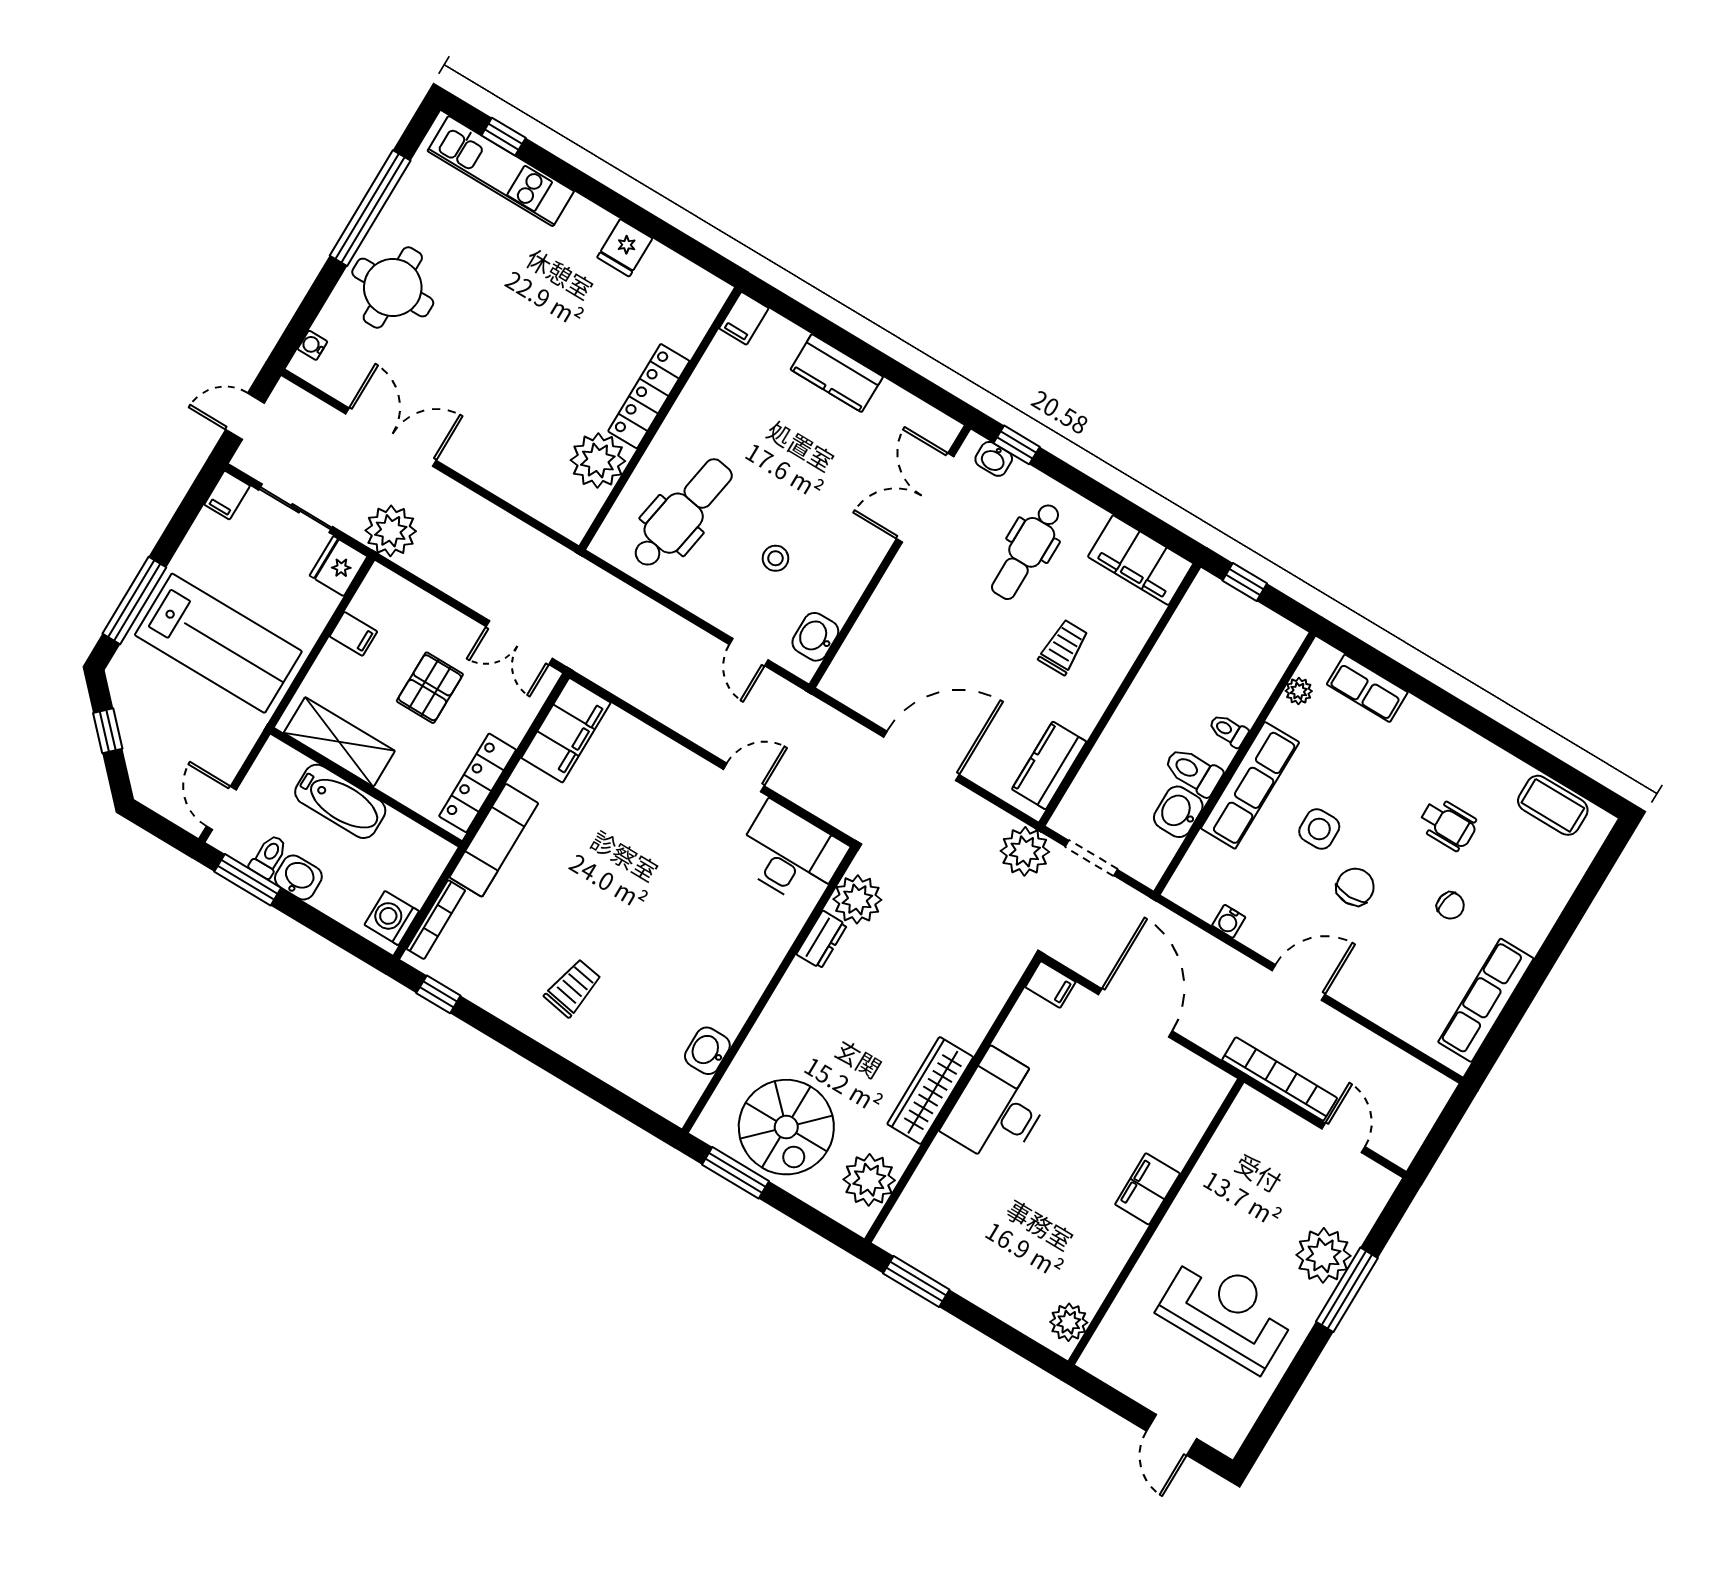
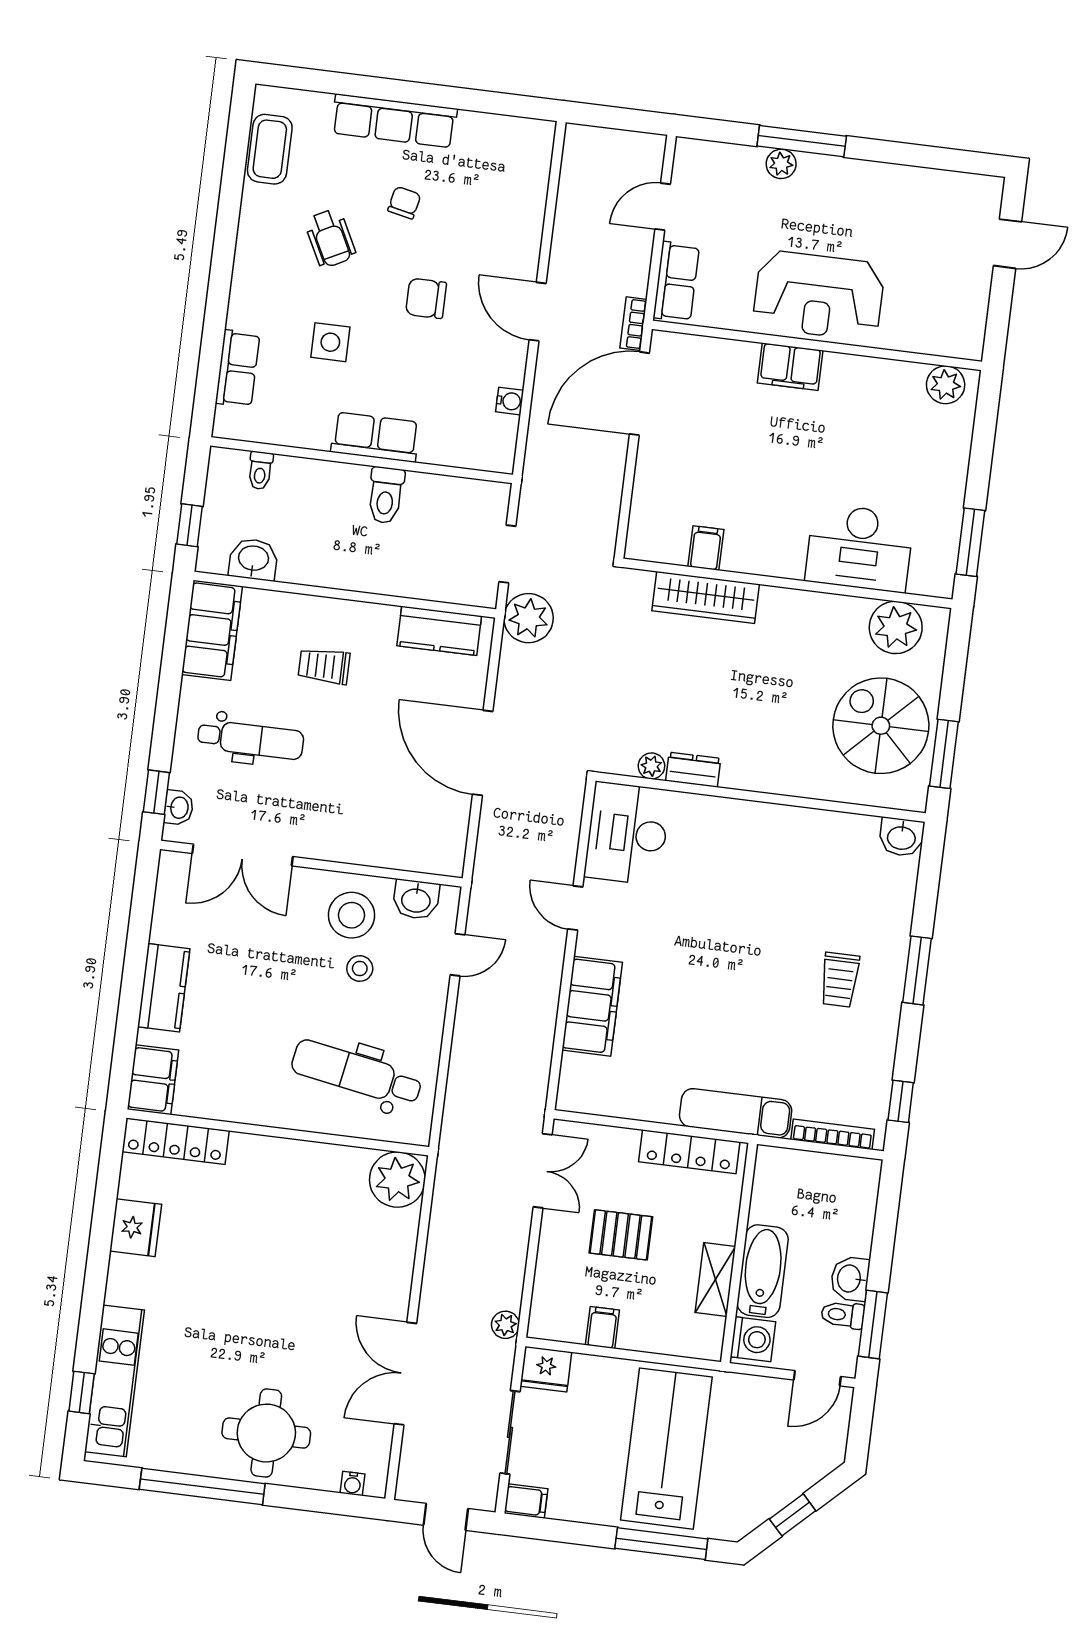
fridge: (625, 248) -> (136, 1228), width x1.38
filing cabinet: (744, 318) -> (153, 1080), width x2.00
locker: (649, 396) -> (176, 1141), moved
plant: (598, 461) -> (397, 1180), moved
plant: (391, 531) -> (505, 1325), width x0.53, depth x0.53
stool: (827, 572) -> (352, 915), added
plant: (1299, 691) -> (268, 431), removed
filing cabinet: (566, 730) -> (592, 1006), moved, turned 90
toilet: (1228, 730) -> (260, 470), moved
shelving: (339, 742) -> (715, 1279), width x0.67, depth x0.75
row of seats: (1250, 785) -> (375, 437), width x0.68
washbasin: (1178, 812) -> (253, 559), moved, turned 180
wheelchair: (1448, 824) -> (330, 238), turned 153
side table: (1319, 829) -> (330, 342), moved
plant: (857, 899) -> (651, 766), width x0.53, depth x0.53
washing machine: (392, 918) -> (753, 1339), moved, turned -90
filing cabinet: (1050, 985) -> (706, 548), moved
trolley: (573, 988) -> (840, 980), turned -100
row of seats: (1486, 1000) -> (394, 121), moved
door: (1135, 1013) -> (639, 394), moved
washbasin: (707, 1051) -> (902, 837), moved
window: (550, 1062) -> (917, 970), added
bookcase: (1280, 1079) -> (633, 324), width x0.43, depth x0.76
wardrobe: (930, 1091) -> (706, 597), moved
desk: (998, 1108) -> (859, 548), moved
row of seats: (1270, 1120) -> (676, 282), added
spiral stairs: (786, 1127) -> (881, 726), turned -90
plant: (1323, 1255) -> (781, 164), width x0.53, depth x0.53
reception desk: (1227, 1311) -> (819, 295), moved, turned -90

